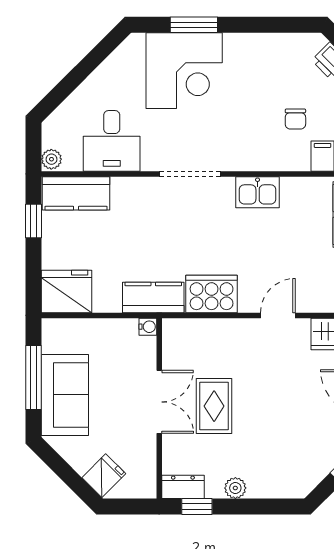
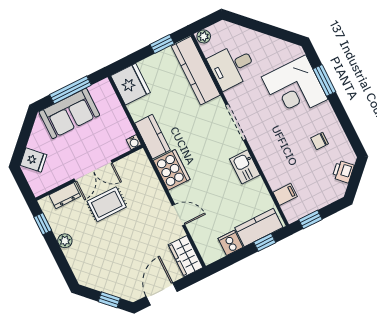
chair: (295, 119) -> (320, 141), moved
kitchen counter: (76, 193) -> (196, 71), width x1.50
dresser: (183, 487) -> (65, 196), moved, turned 90

